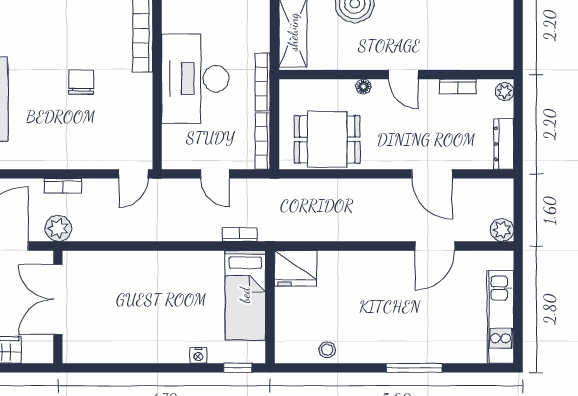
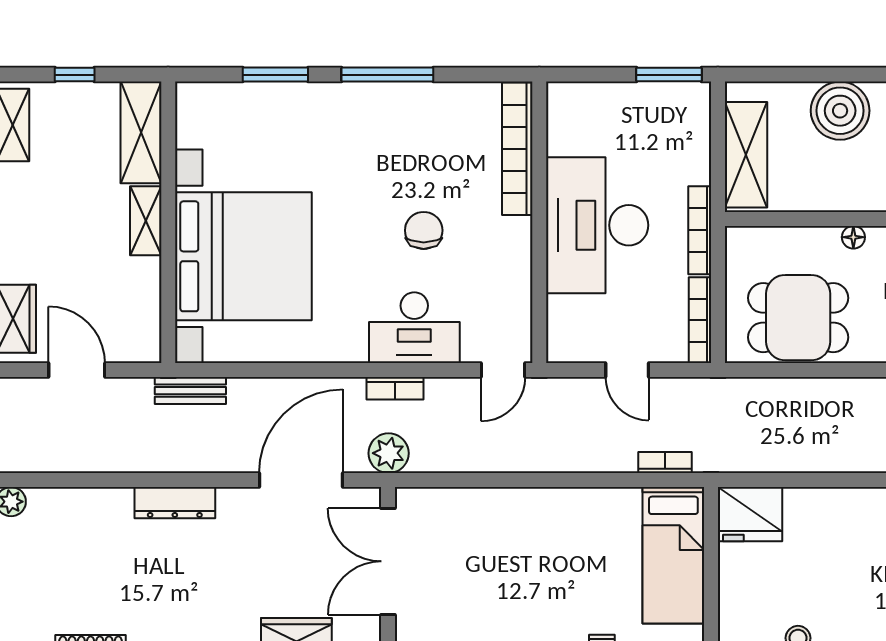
desk: (75, 146) -> (414, 328), added

